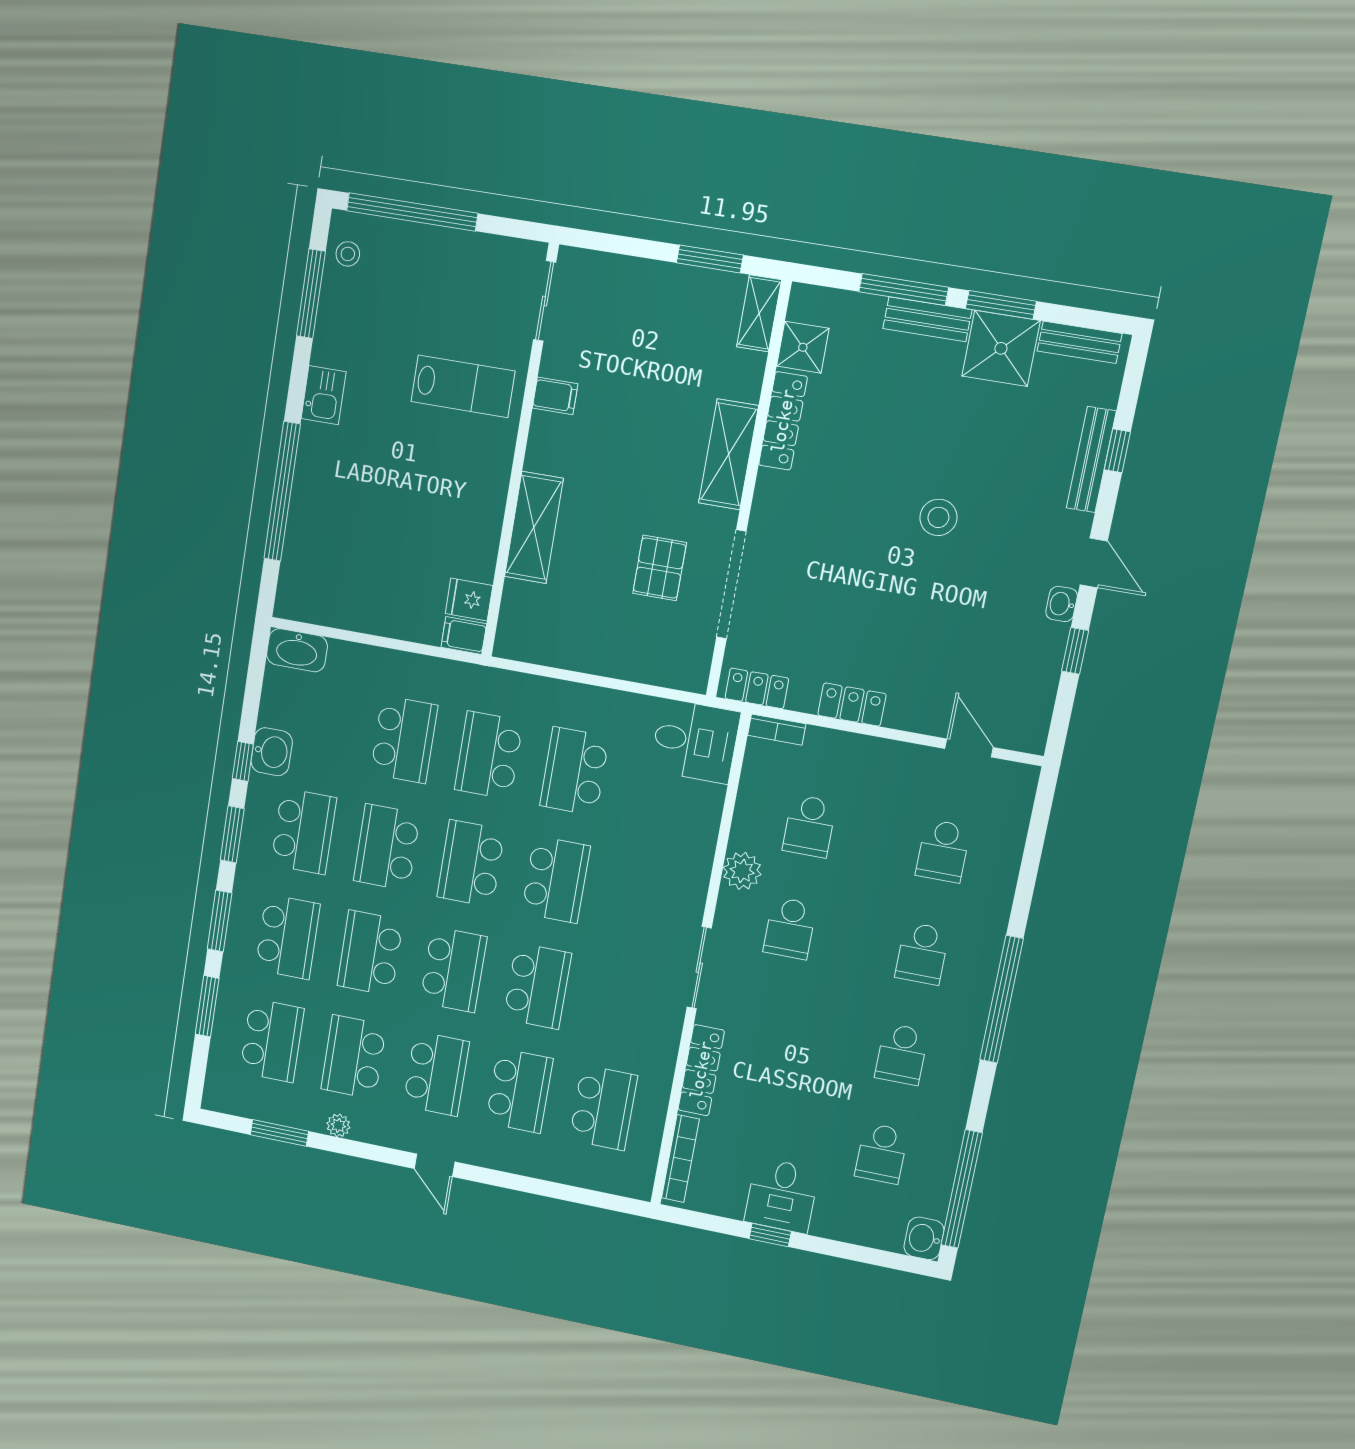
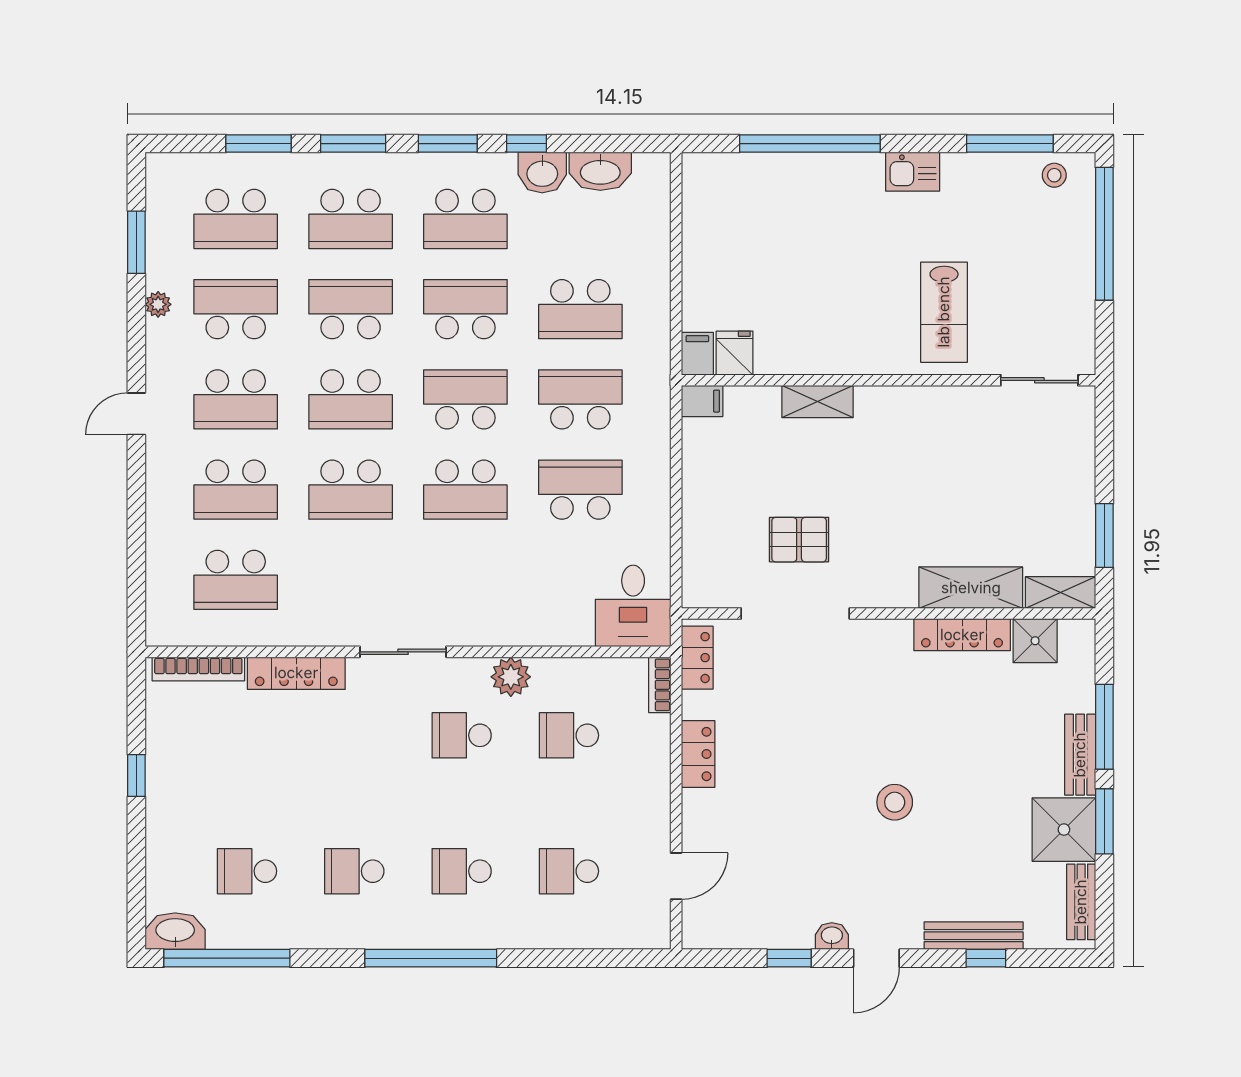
filing cabinet: (555, 396) -> (702, 401), moved, turned -90
shelving: (729, 454) -> (971, 588), moved
shelving: (534, 527) -> (818, 402), width x0.67, depth x0.75
washbasin: (297, 650) -> (600, 171), moved, turned -90
desk: (782, 1195) -> (181, 779), removed
washbasin: (924, 1238) -> (175, 931), width x1.38

